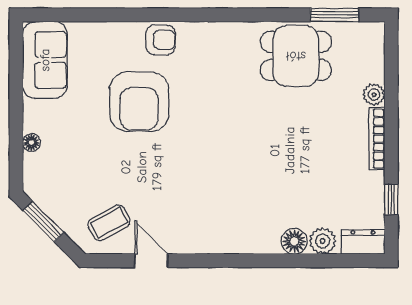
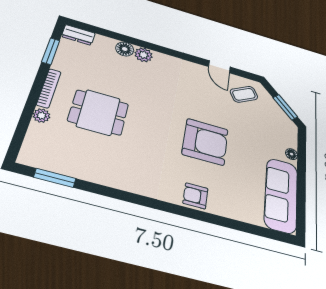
dining table: (296, 56) -> (98, 112), moved
sofa: (45, 60) -> (281, 195), width x1.36
armchair: (139, 102) -> (205, 142), moved, turned 90
window: (391, 199) -> (51, 51), width x1.50
plant: (323, 241) -> (144, 55), moved

